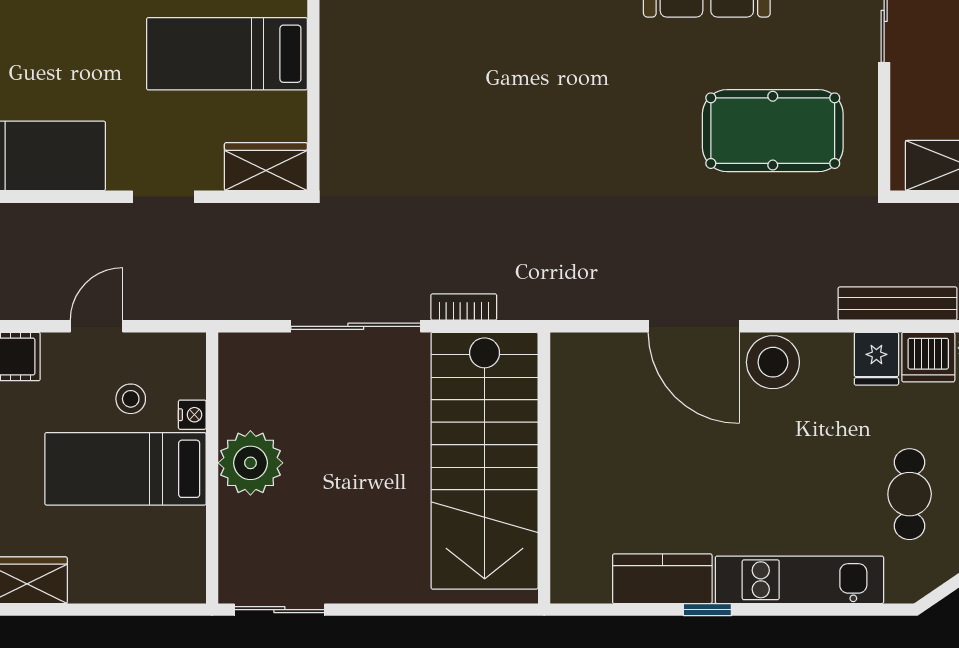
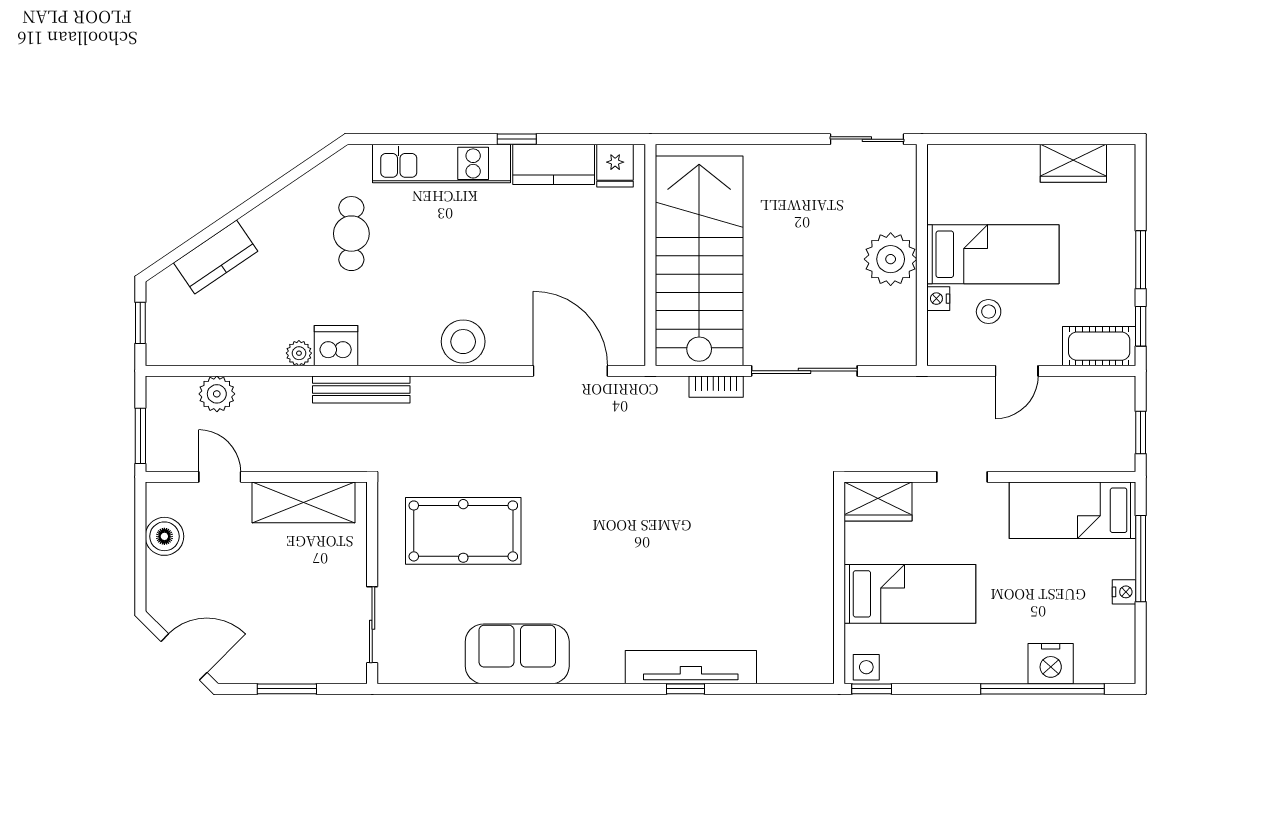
door: (694, 326) -> (570, 371), moved
fridge: (876, 359) -> (615, 166), moved, turned 180

